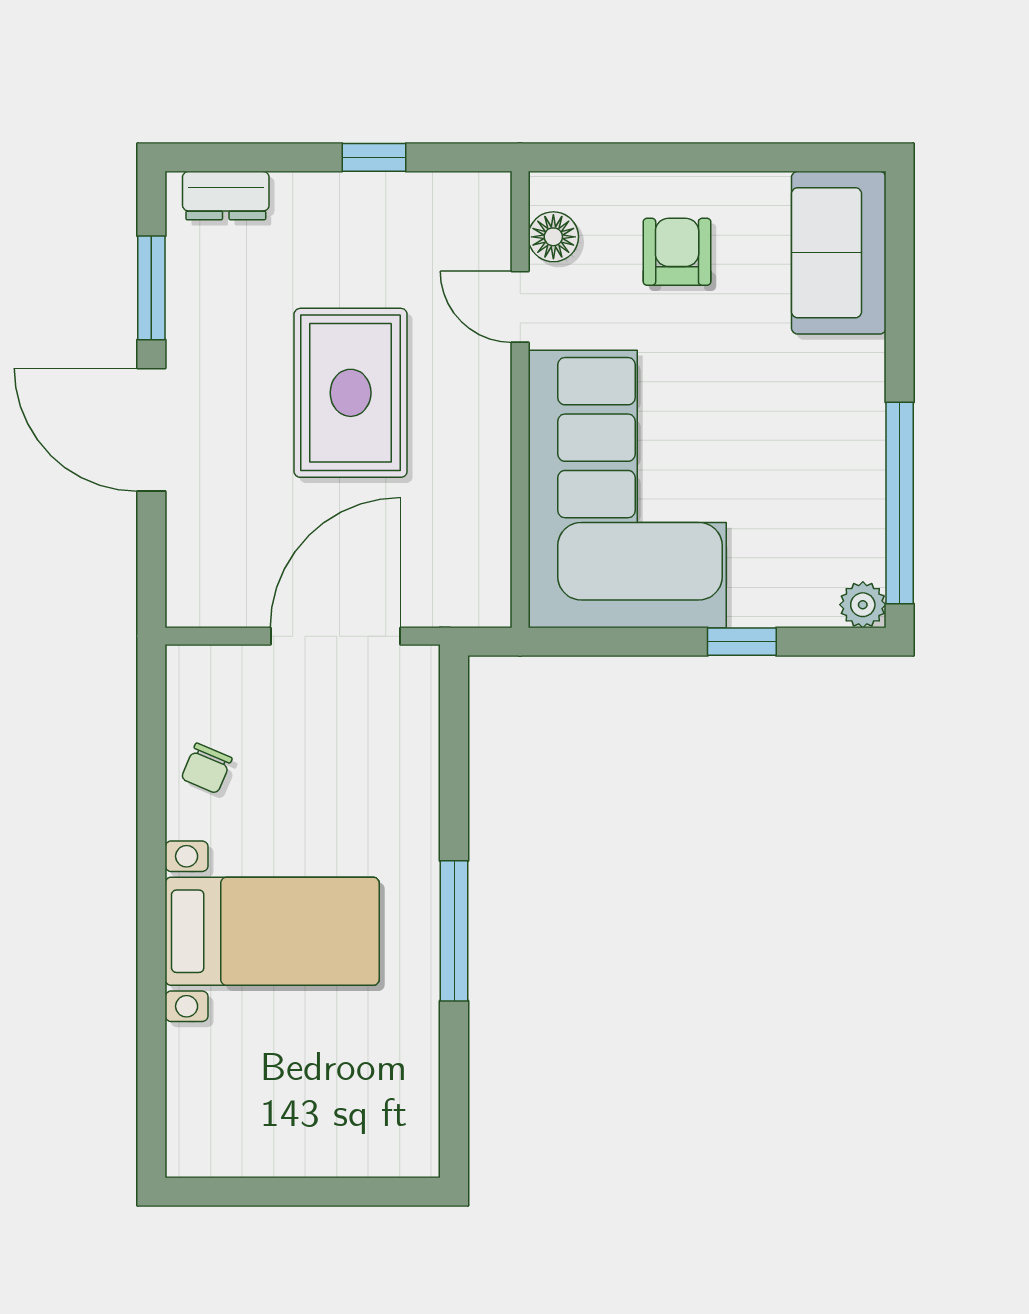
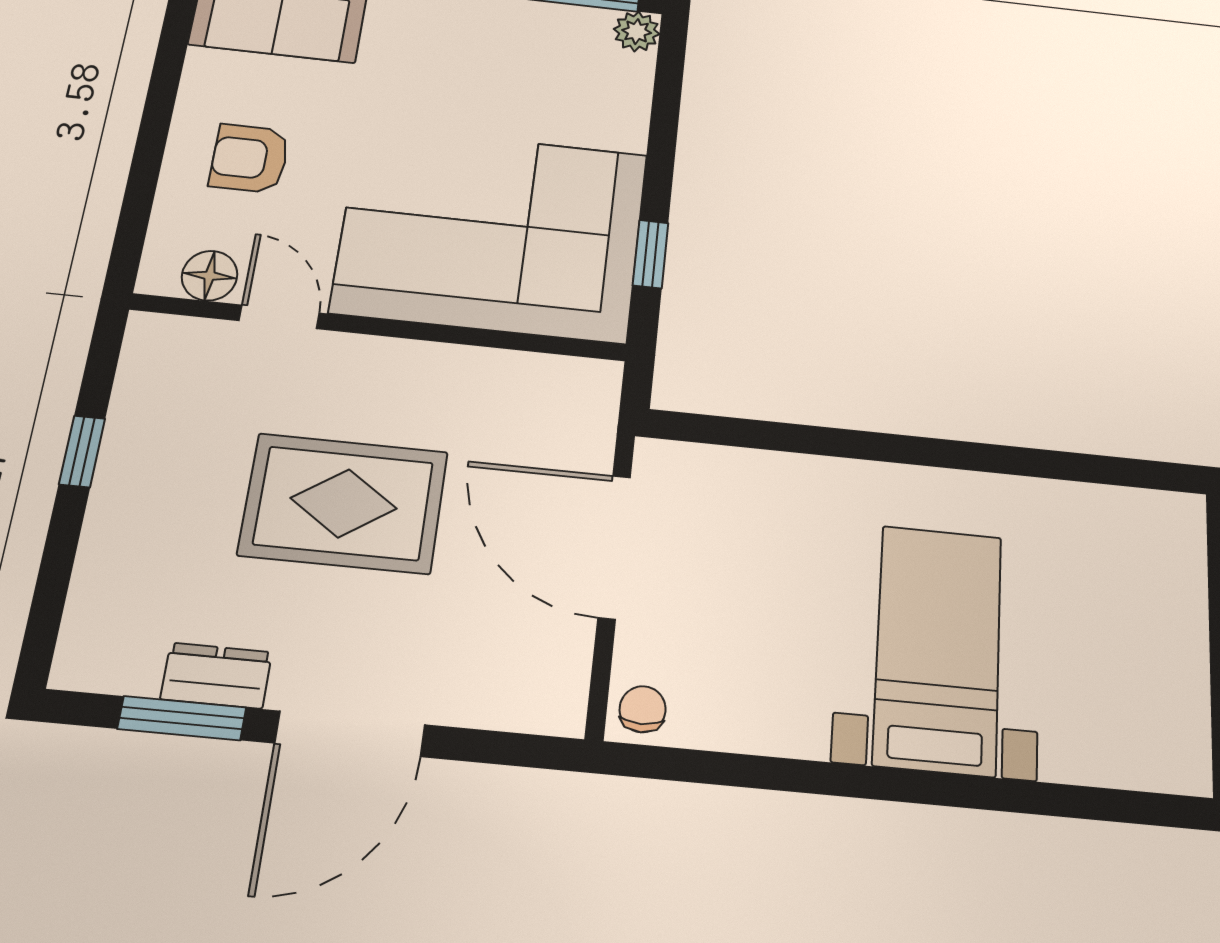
dresser: (226, 196) -> (216, 676), moved, turned -90
door: (520, 307) -> (279, 317), swing flipped
window: (742, 642) -> (651, 254), moved
chair: (207, 768) -> (643, 709), moved, turned -113
window: (454, 931) -> (944, 454), removed

